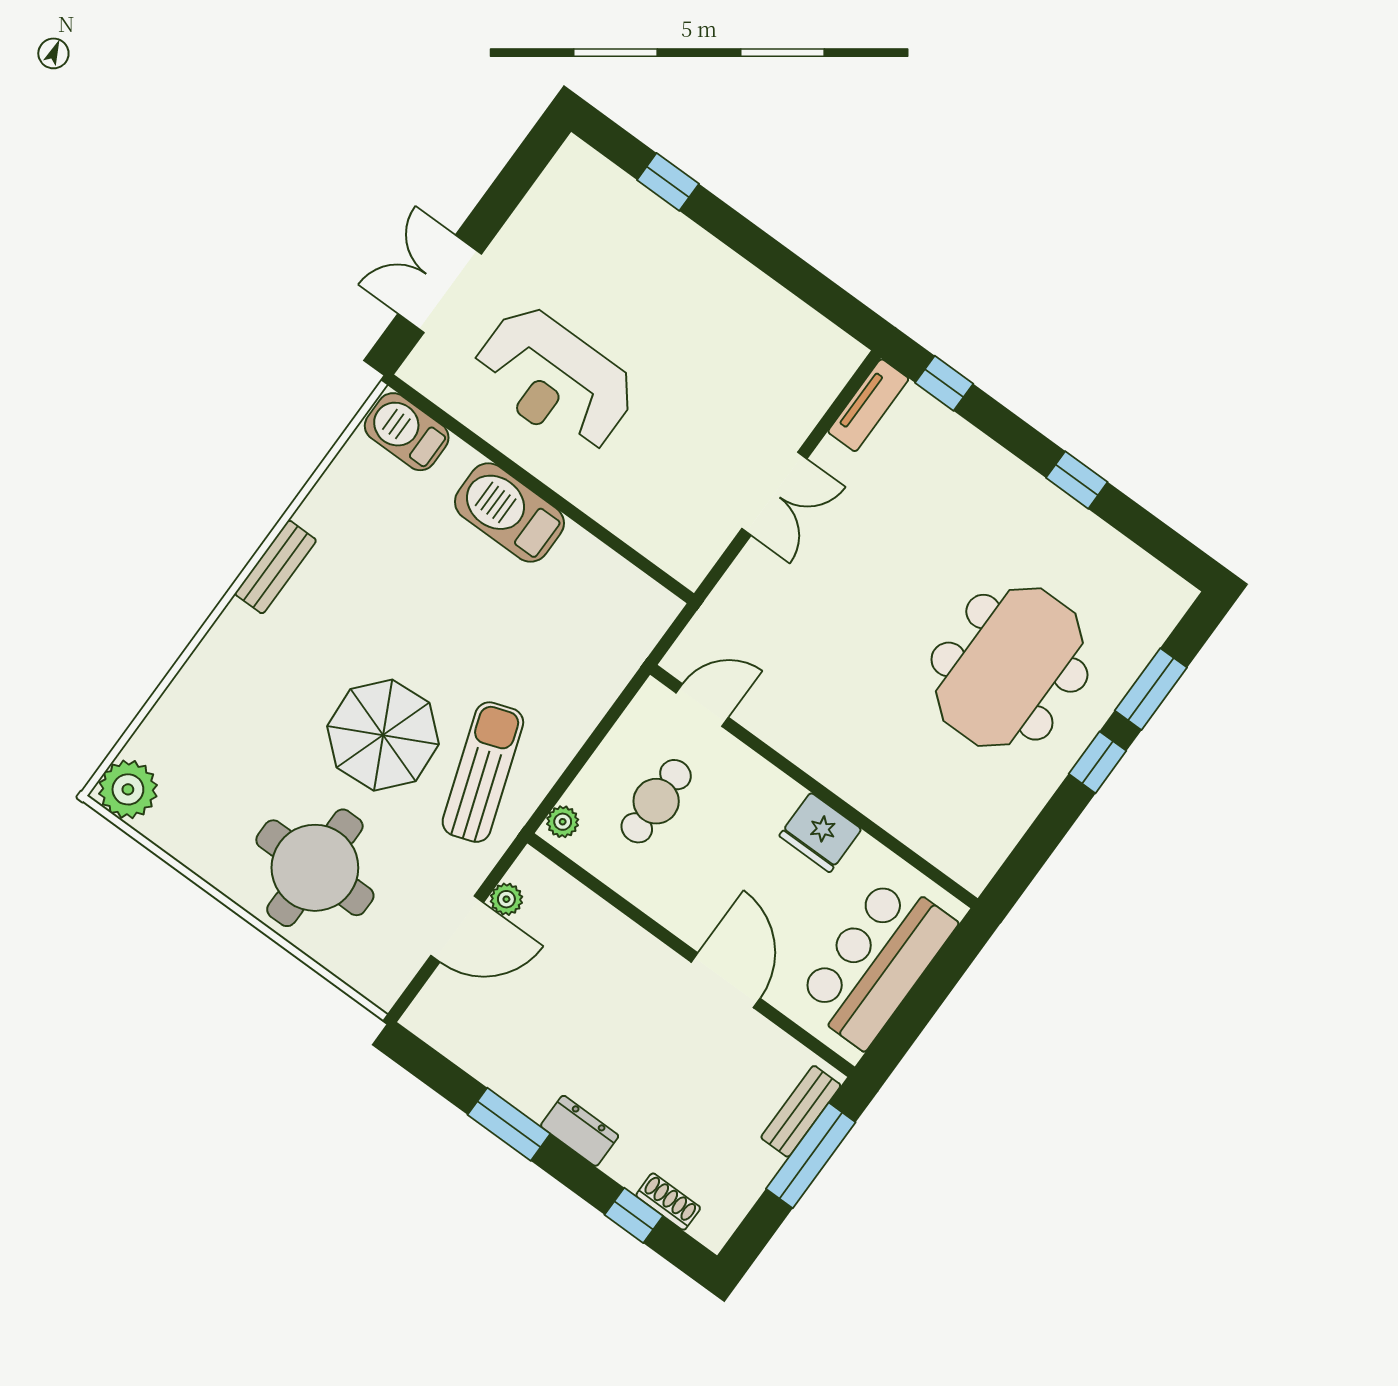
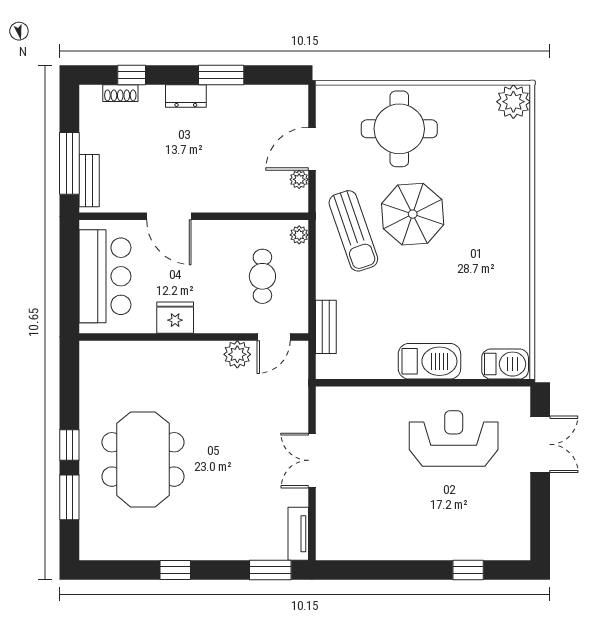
window: (944, 383) -> (270, 570), width x1.50
bench: (276, 567) -> (326, 327), moved
plant: (771, 718) -> (237, 354), added

